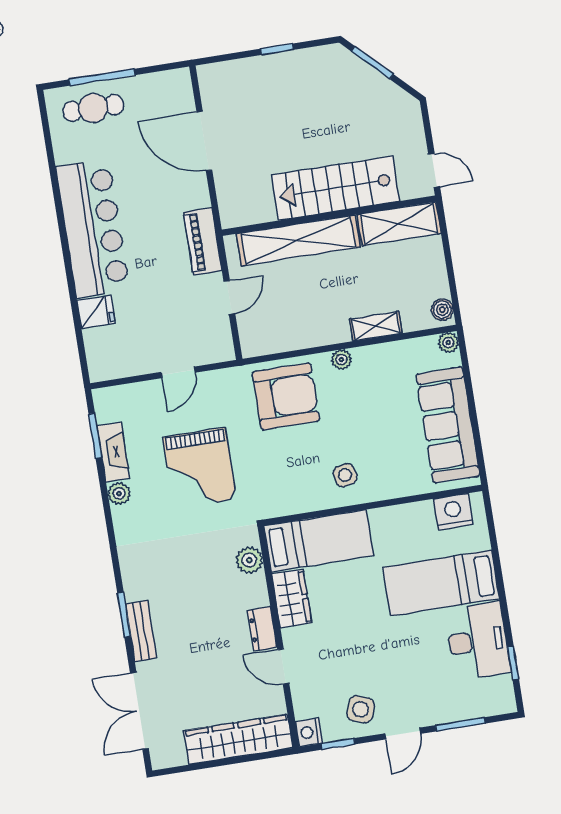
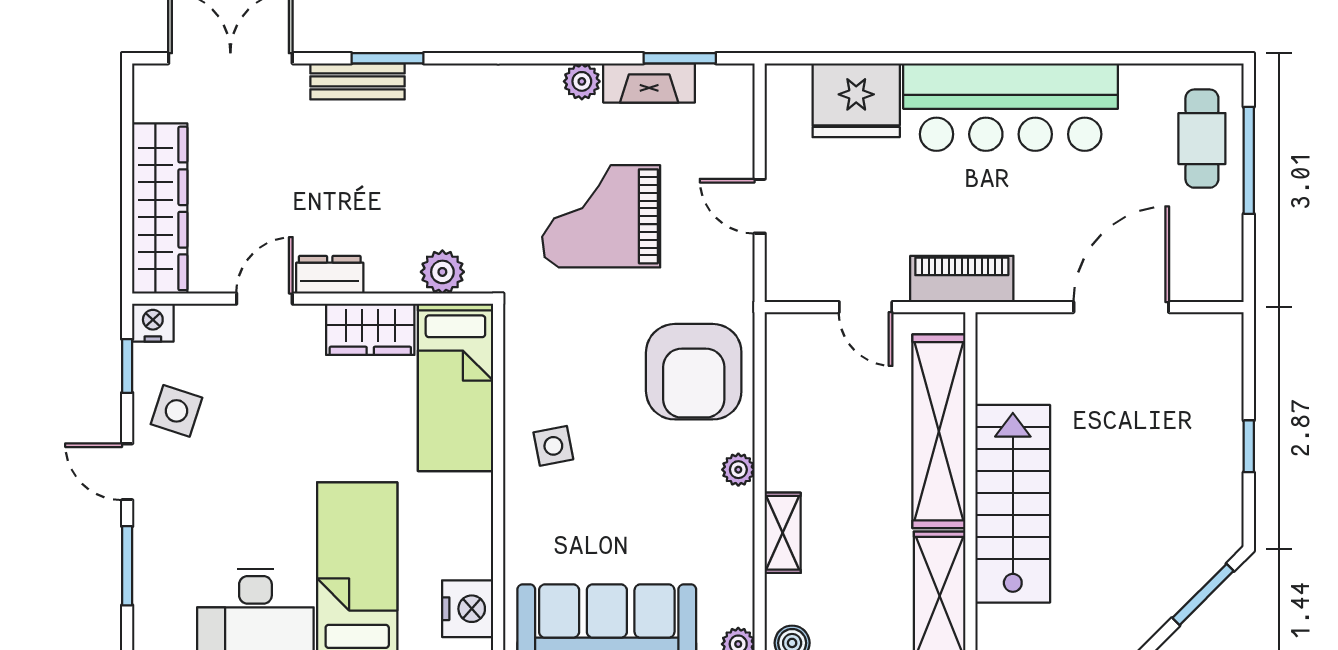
fridge: (96, 312) -> (856, 100), width x1.88, depth x1.34

